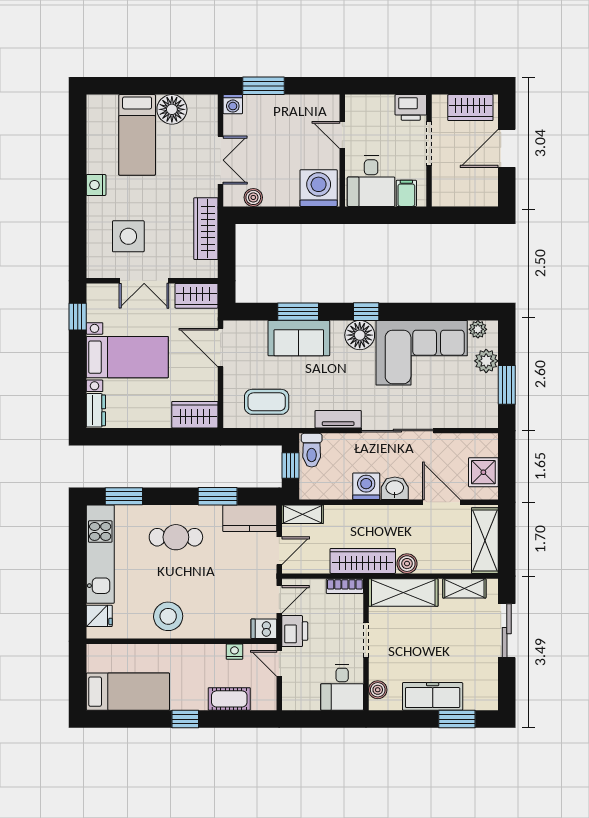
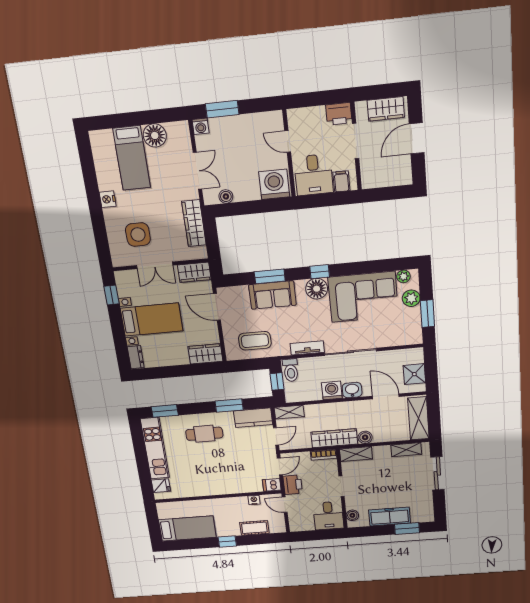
shelving: (403, 593) -> (356, 454), width x0.67, depth x0.75
stool: (168, 616) -> (207, 482), removed

